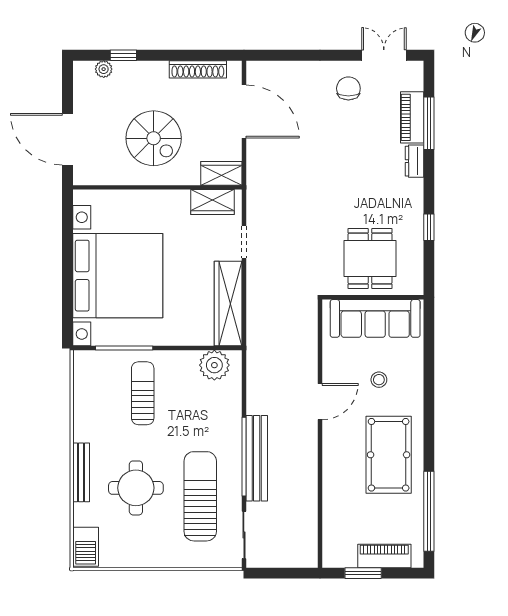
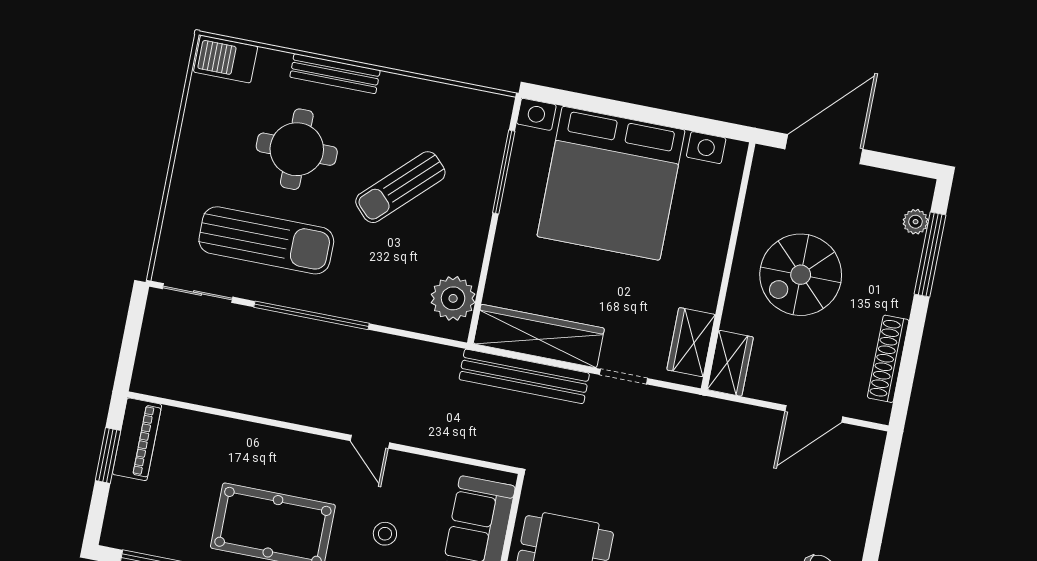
window: (123, 55) -> (930, 255), width x2.17
door: (244, 111) -> (814, 414), width x0.73
sun lounger: (143, 393) -> (400, 187), moved, turned 136
door: (320, 402) -> (370, 442), width x0.73
bench: (257, 458) -> (524, 376), moved
piano: (384, 556) -> (137, 439), moved

